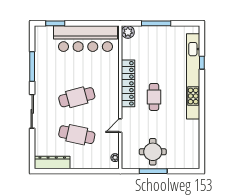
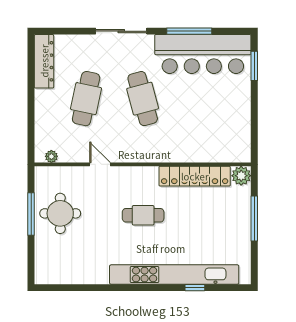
bar counter: (85, 39) -> (203, 54), moved, turned -90
locker: (128, 83) -> (195, 176), moved

